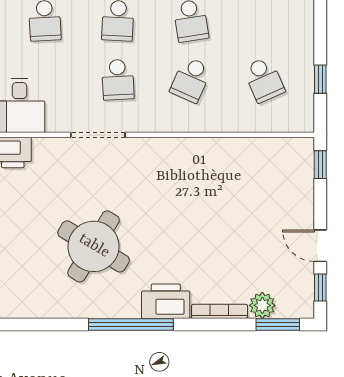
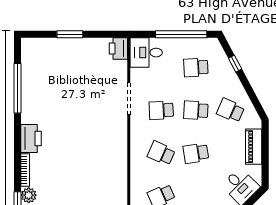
round table: (94, 246) -> (63, 96), removed
window: (131, 324) -> (17, 88), moved

